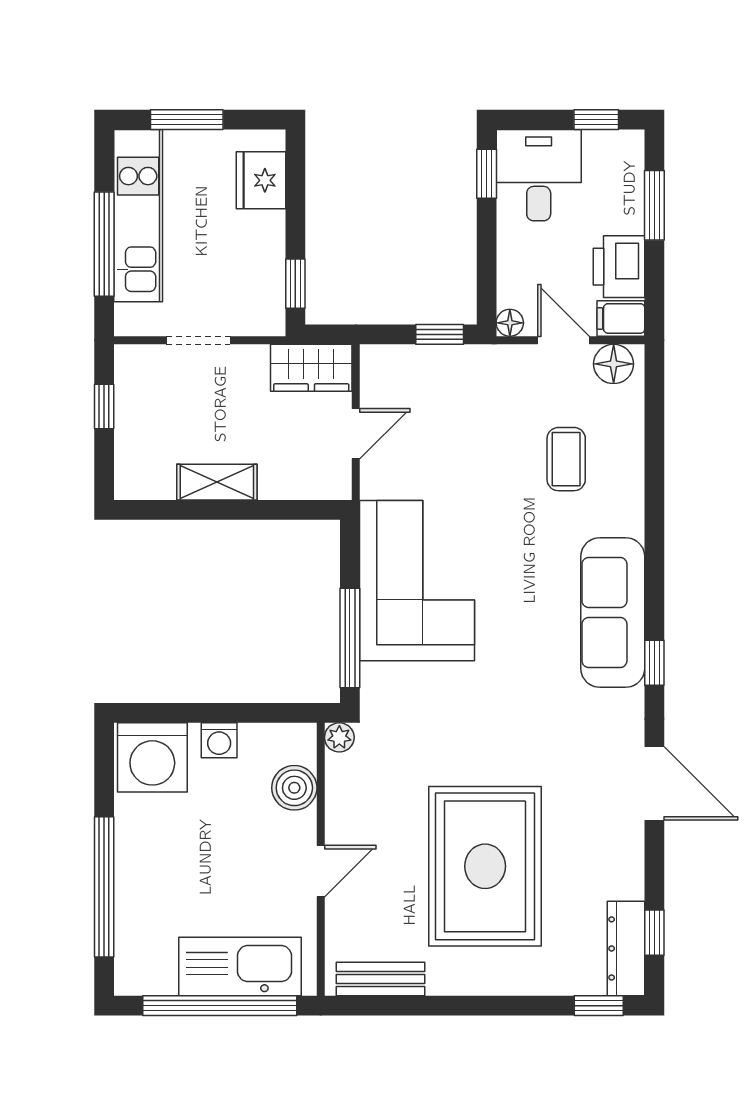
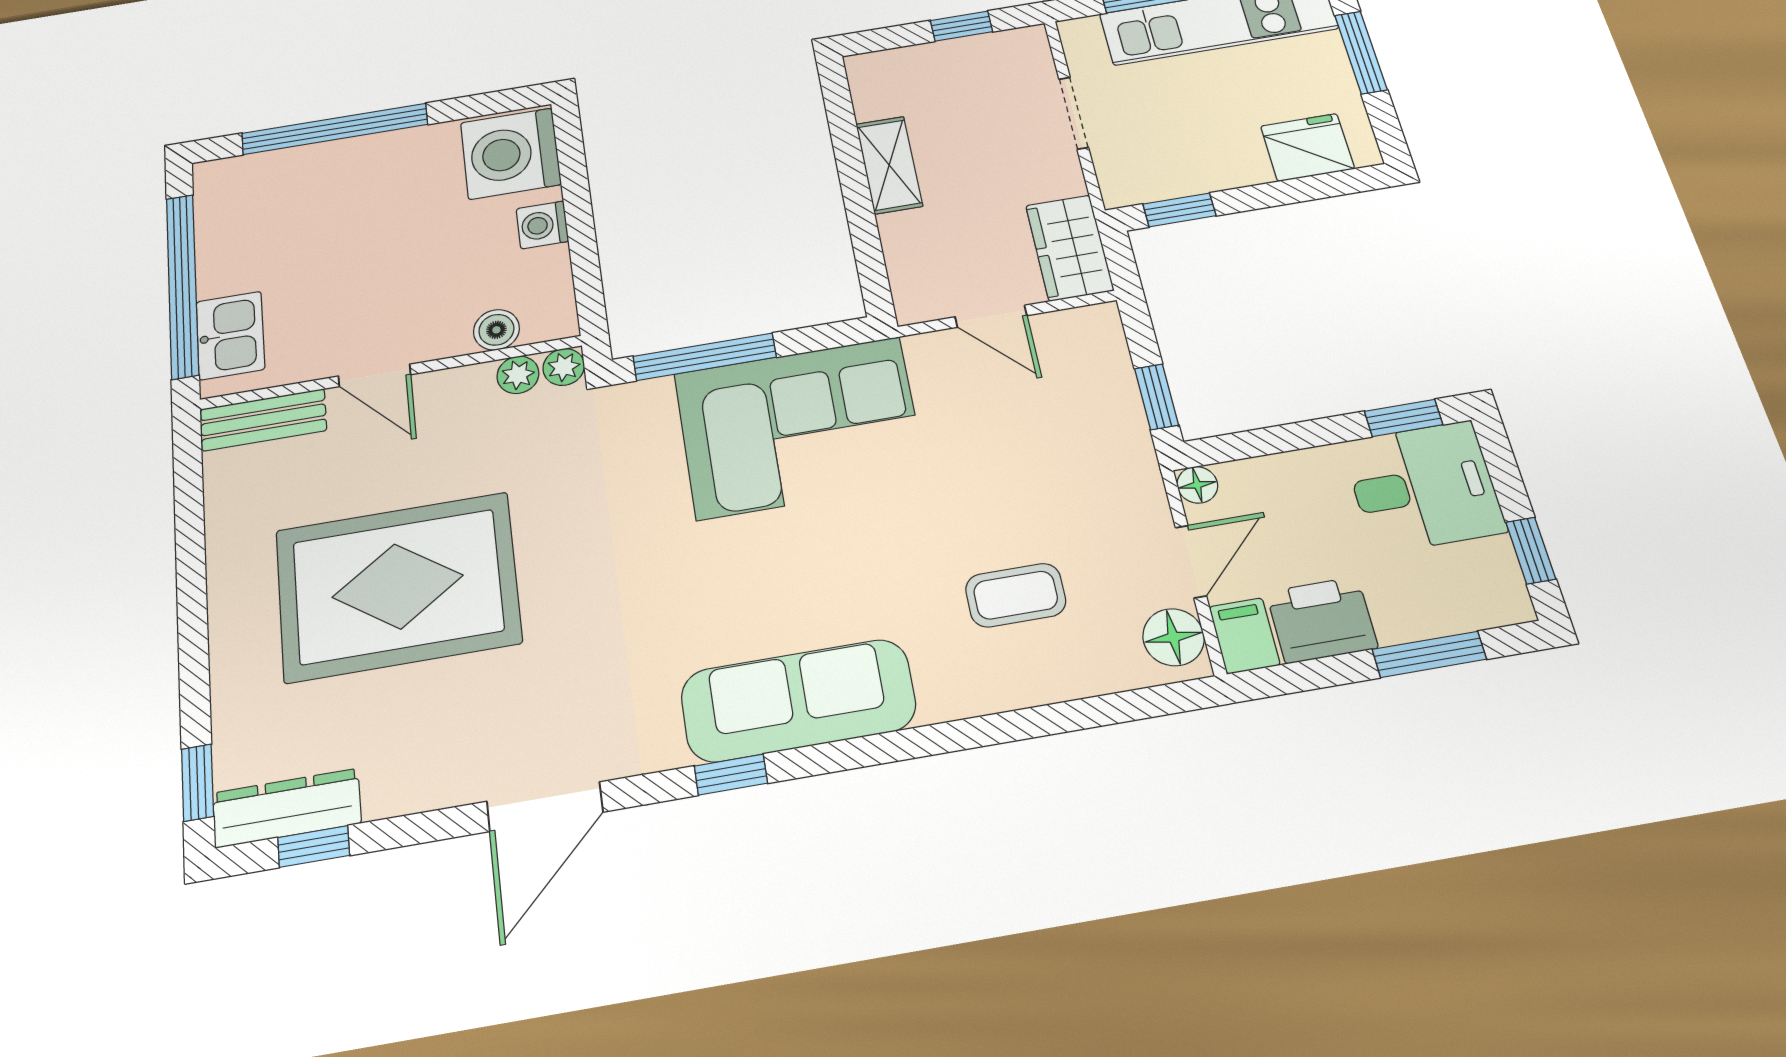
plant: (339, 770) -> (518, 375), added
boiler: (294, 788) -> (496, 330), width x0.73, depth x0.73
kitchen sink: (240, 966) -> (230, 335), width x0.53, depth x0.81
bench: (381, 979) -> (263, 420), moved, turned 90

